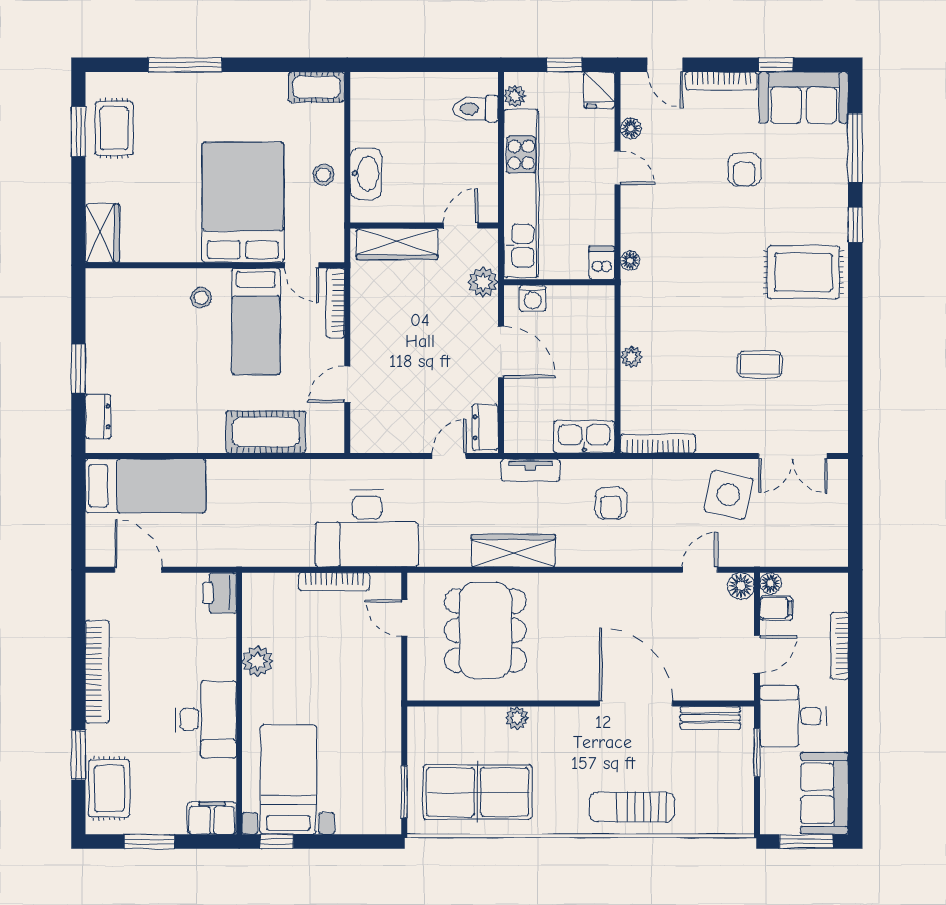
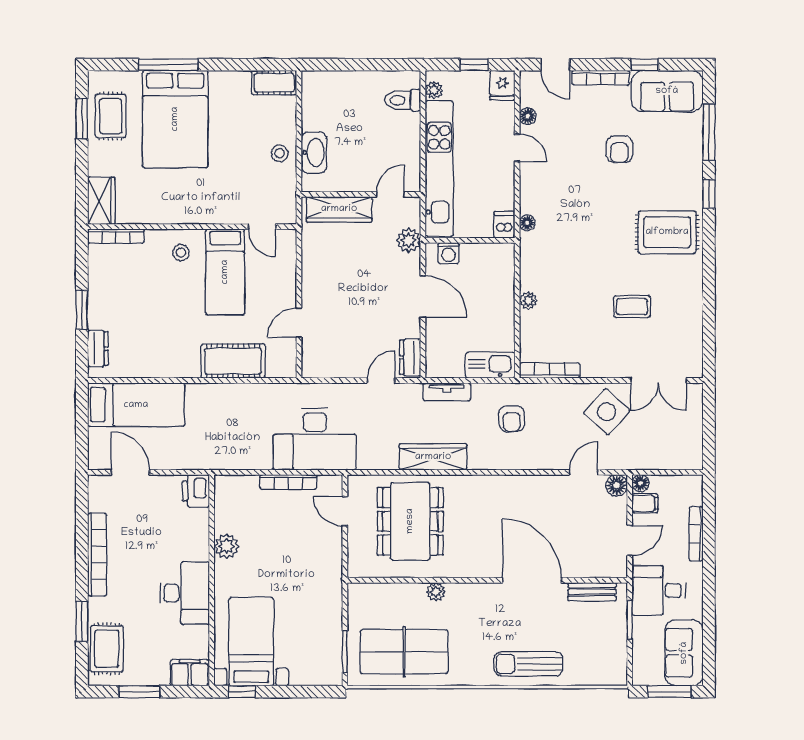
bed: (243, 202) -> (175, 119), moved, turned 180
bookcase: (335, 303) -> (116, 236), moved, turned -90
side table: (729, 495) -> (607, 412), turned 30

